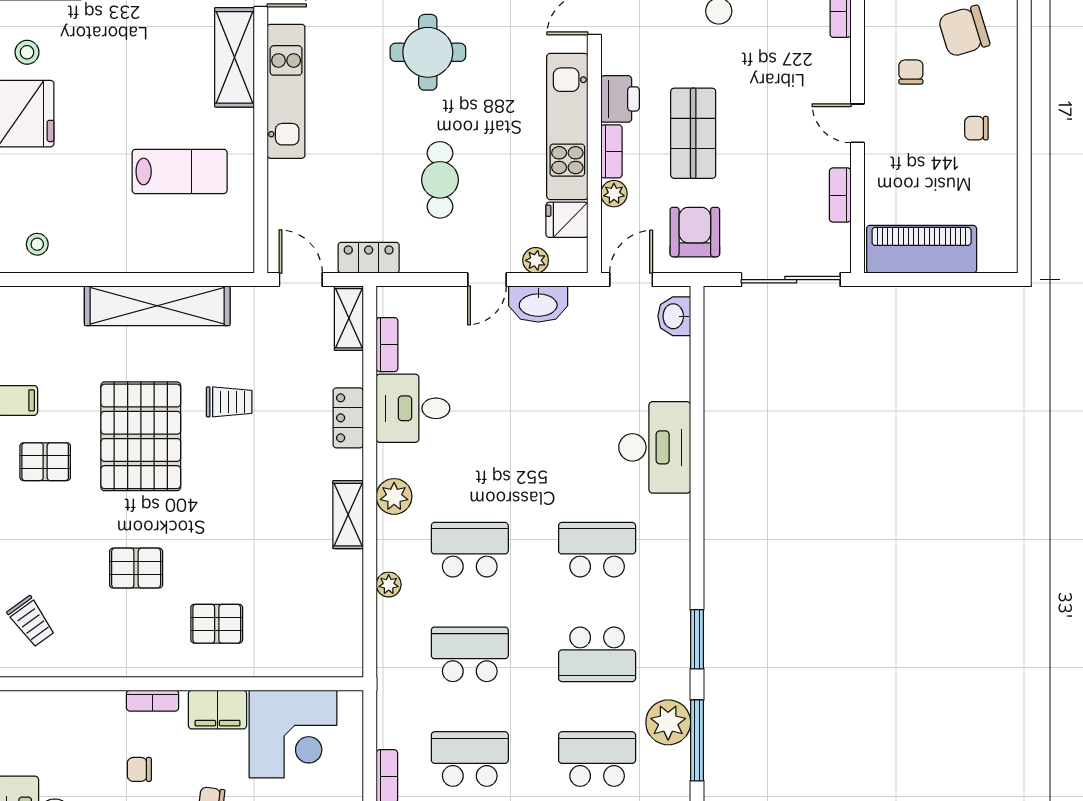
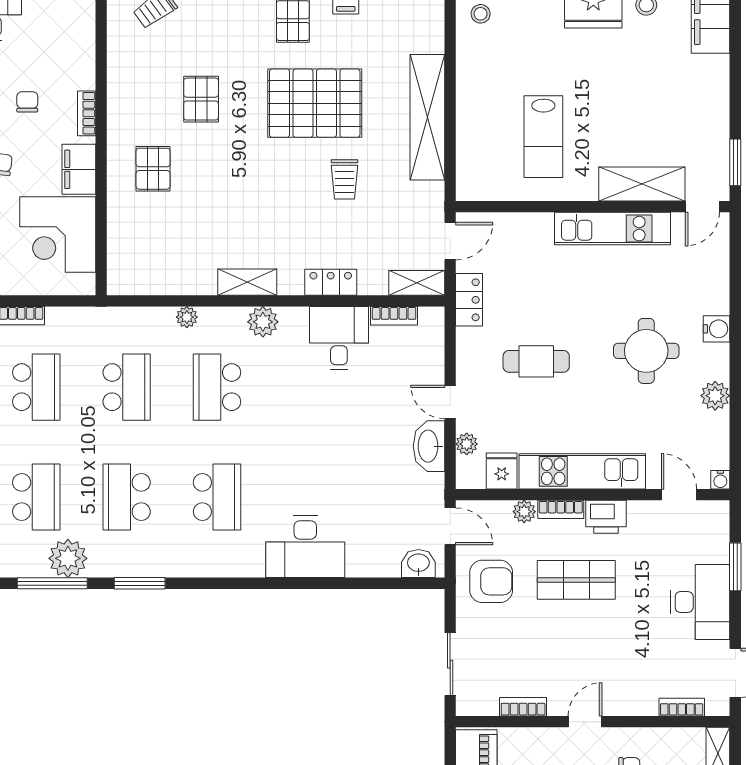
sliding door: (791, 280) -> (450, 664), width x0.73
school desk: (470, 550) -> (217, 387), turned 180

